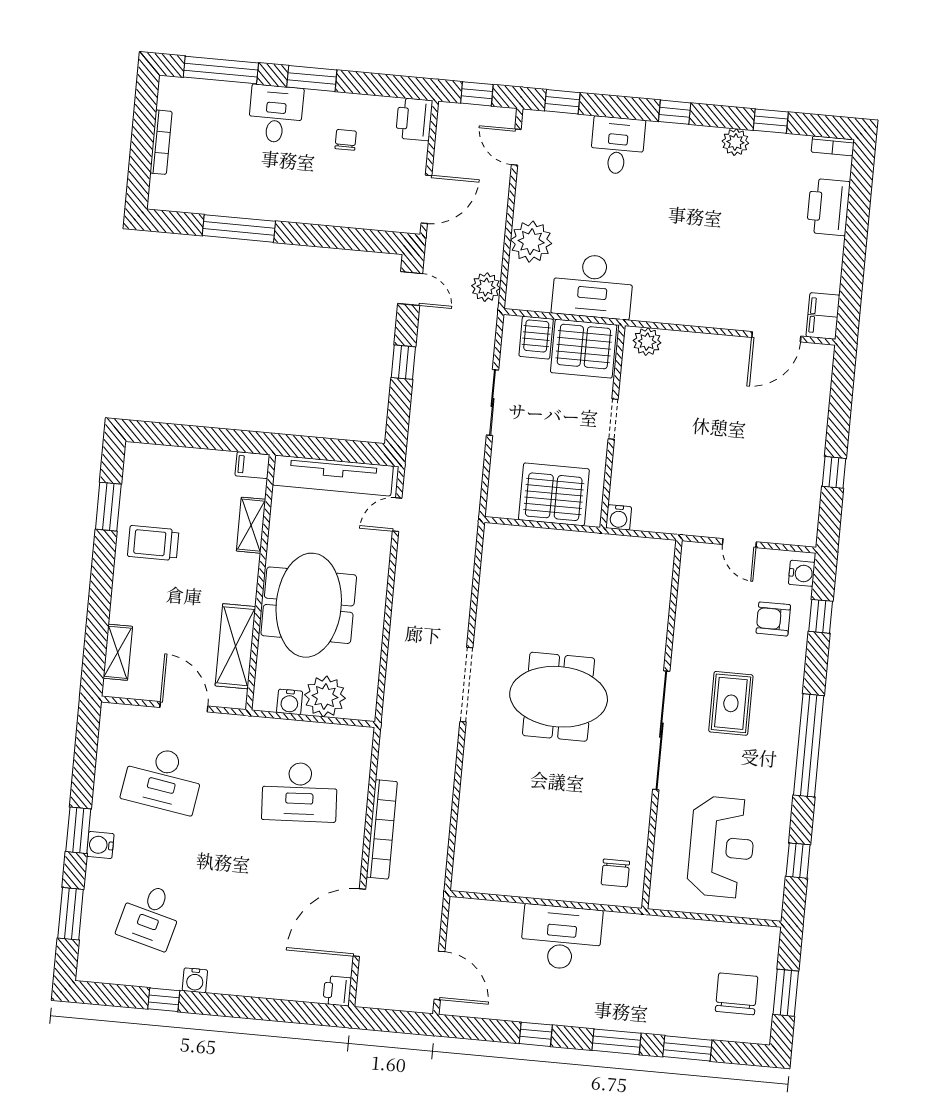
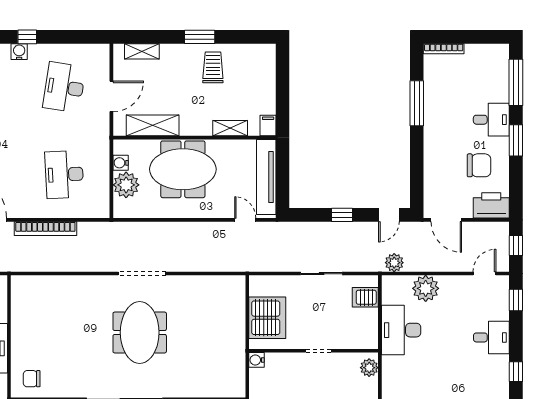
printer: (414, 119) -> (491, 205), width x1.37, depth x1.19
chair: (346, 140) -> (479, 165), width x1.87, depth x1.87
bookcase: (161, 142) -> (444, 49), moved
server rack: (584, 349) -> (361, 328), removed
window: (108, 507) -> (200, 37), moved
window: (78, 830) -> (27, 37), width x0.67

